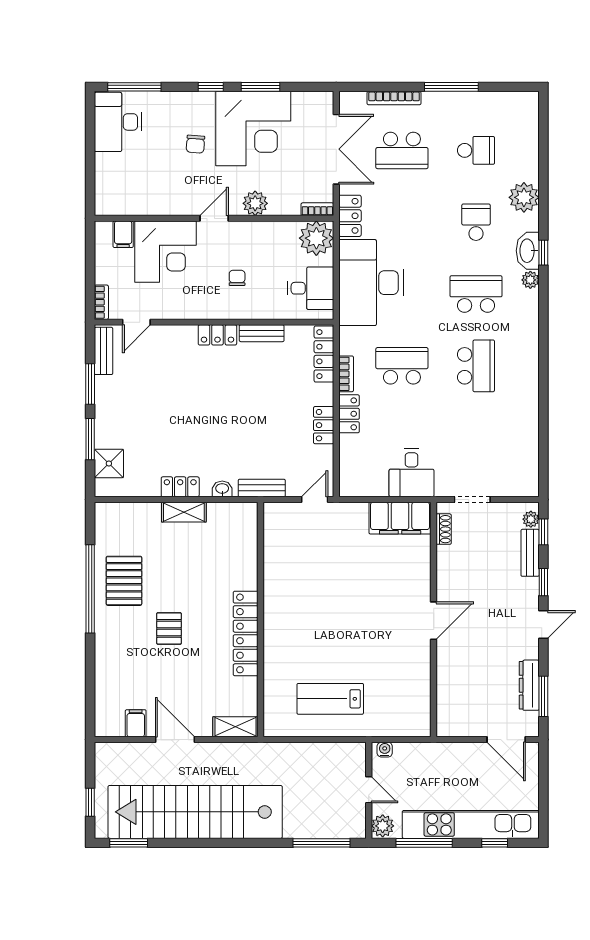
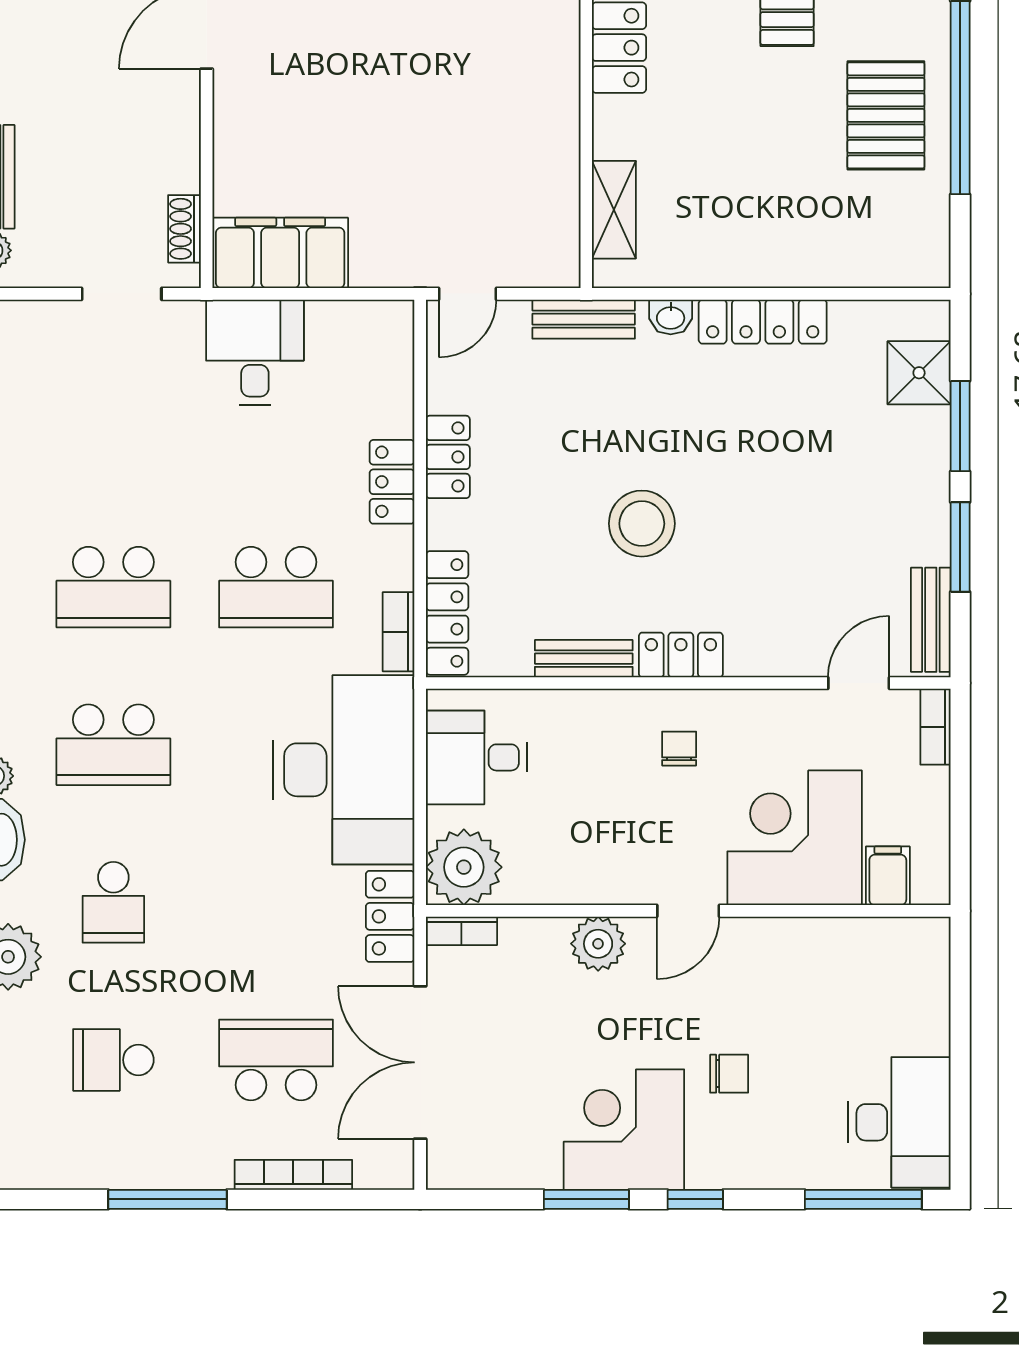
corner desk: (253, 129) -> (624, 1130), width x0.74, depth x0.74
chair: (195, 144) -> (729, 1074), turned 86
chair: (237, 278) -> (679, 749), moved, turned 180
school desk: (476, 366) -> (113, 587), turned -90
bookcase: (346, 374) -> (399, 632), moved
stool: (235, 395) -> (642, 524), added
locker: (180, 487) -> (763, 322), width x1.53
shelving: (184, 512) -> (614, 210), moved, turned 90

